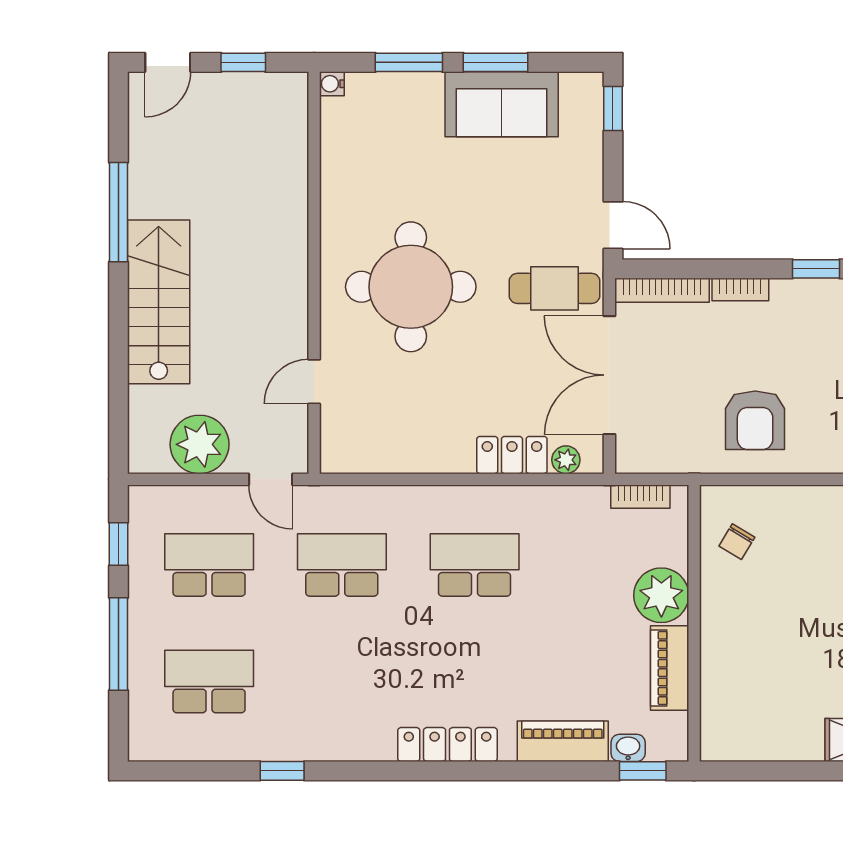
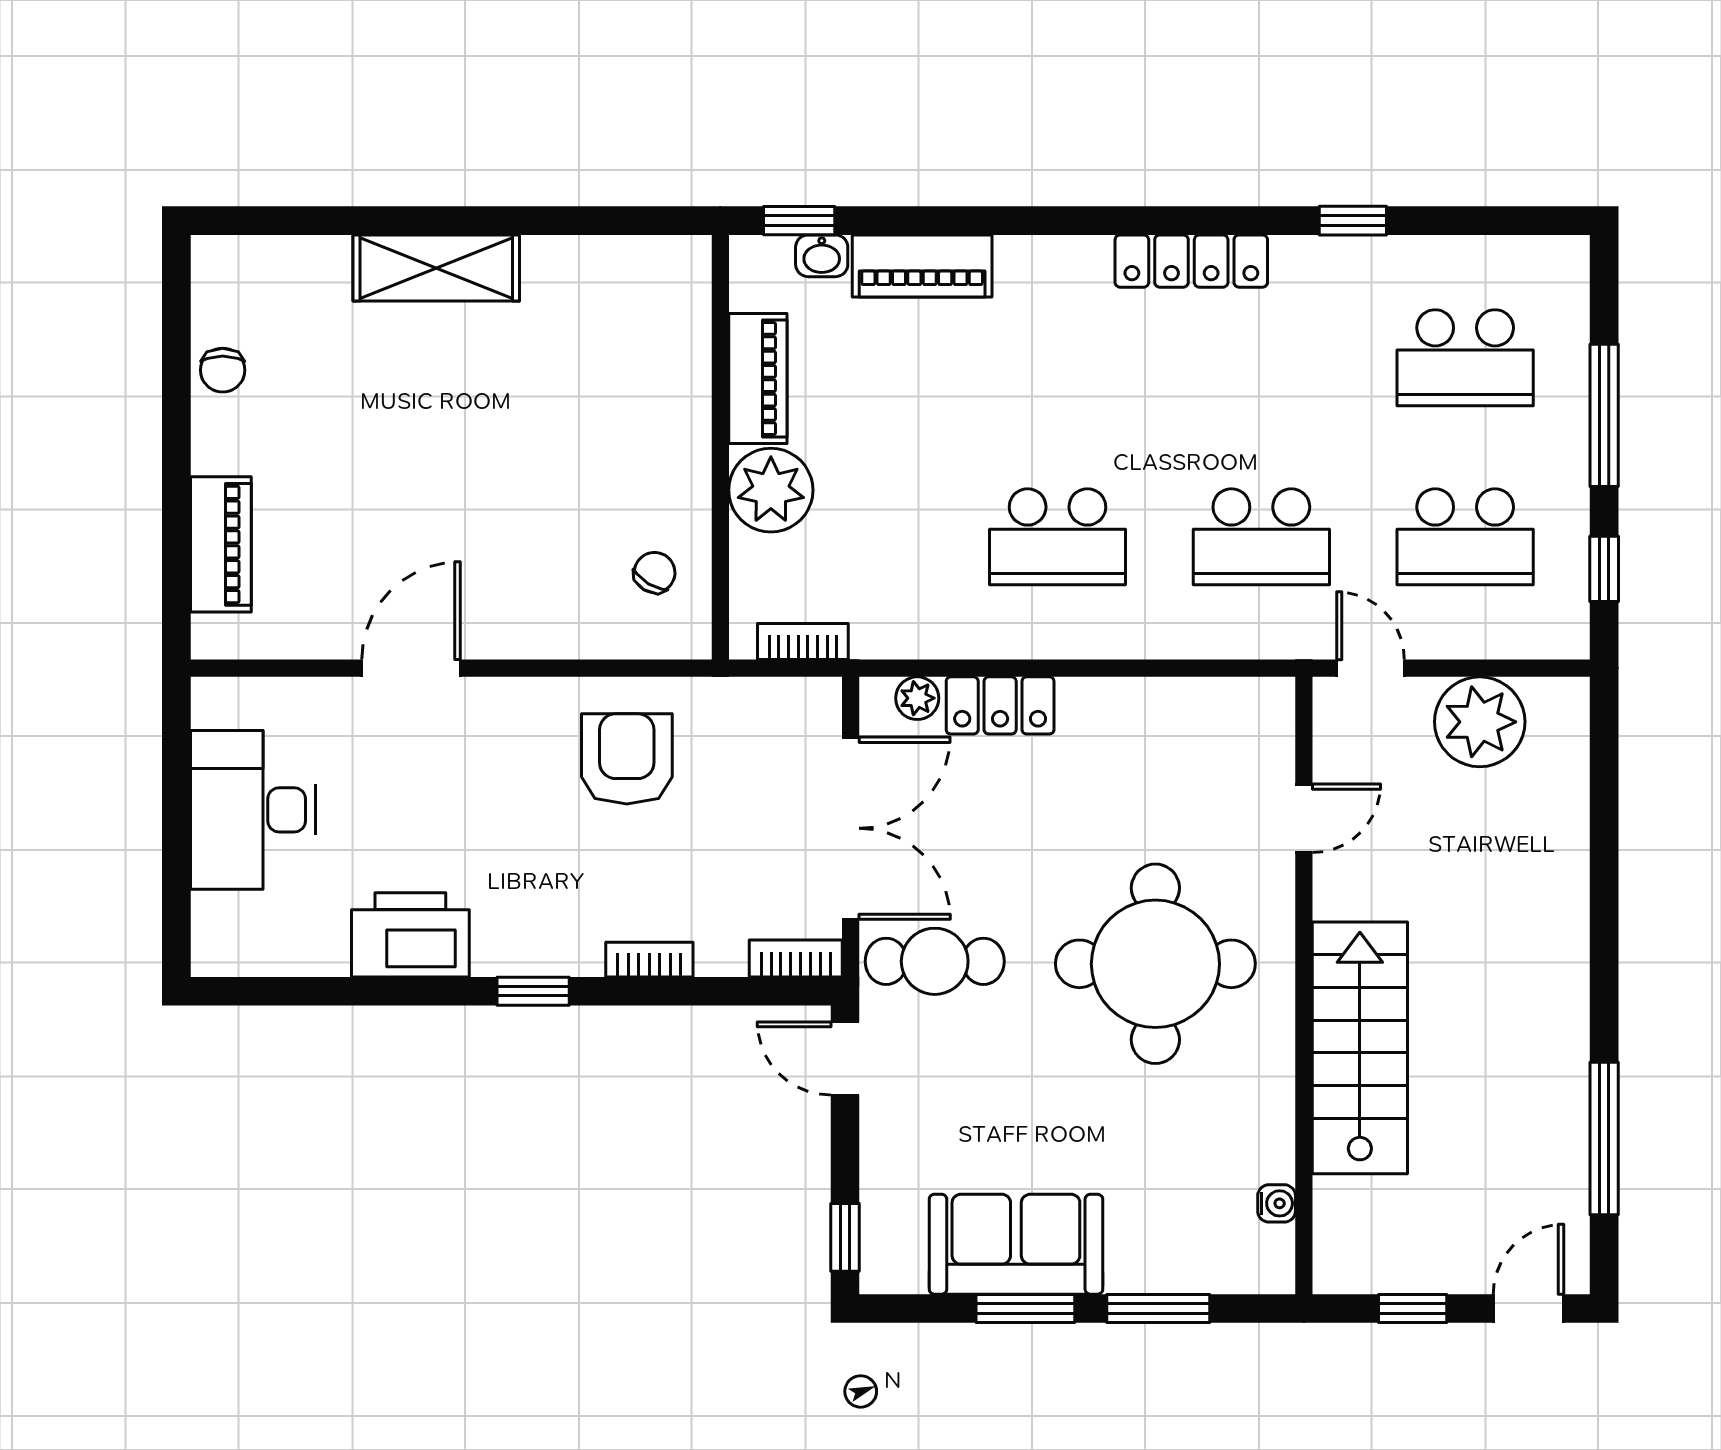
water cooler: (332, 84) -> (1277, 1203), moved
window: (118, 212) -> (1604, 1138), moved
bookcase: (662, 290) -> (796, 958), width x0.64
stairs: (159, 302) -> (1360, 1048), moved, turned 180
locker: (447, 745) -> (1191, 261), moved

